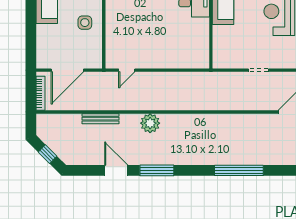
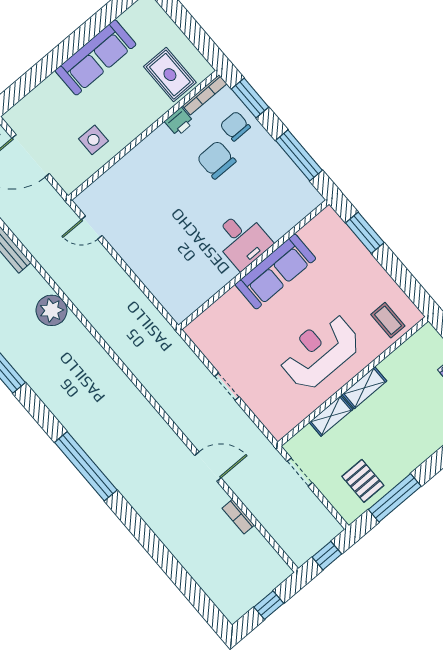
side table: (85, 23) -> (93, 140), moved

